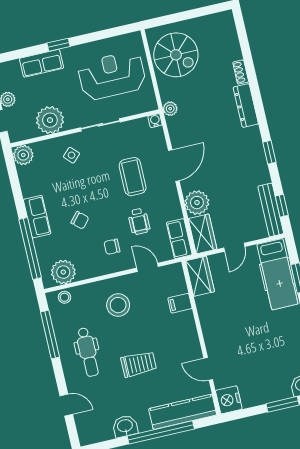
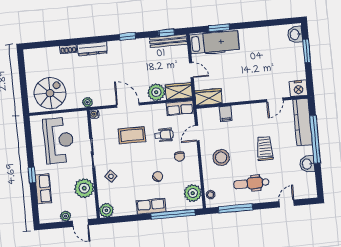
reception desk: (112, 76) -> (59, 140), turned 180
dental chair: (88, 352) -> (251, 183), turned 180

